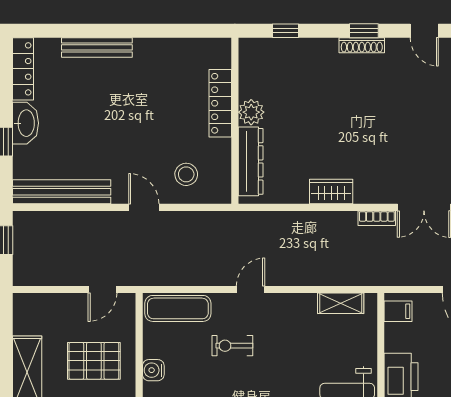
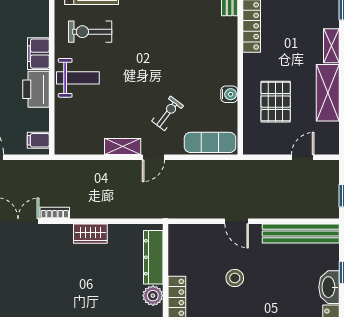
stool: (186, 174) -> (235, 278), moved
door: (103, 289) -> (303, 157), moved
shelving: (341, 303) -> (123, 147), moved
exercise bike: (232, 346) -> (168, 113), turned -53
pallet: (94, 361) -> (276, 102), turned 90

